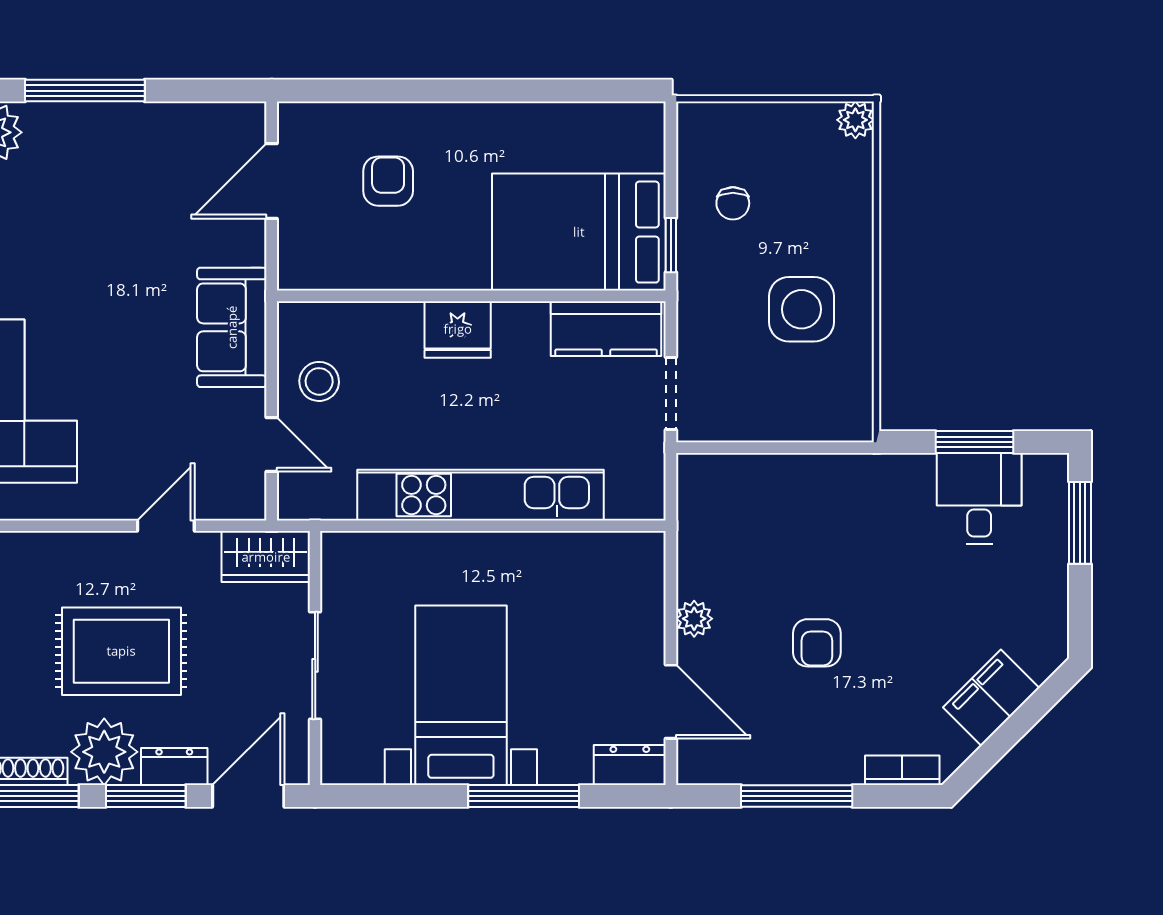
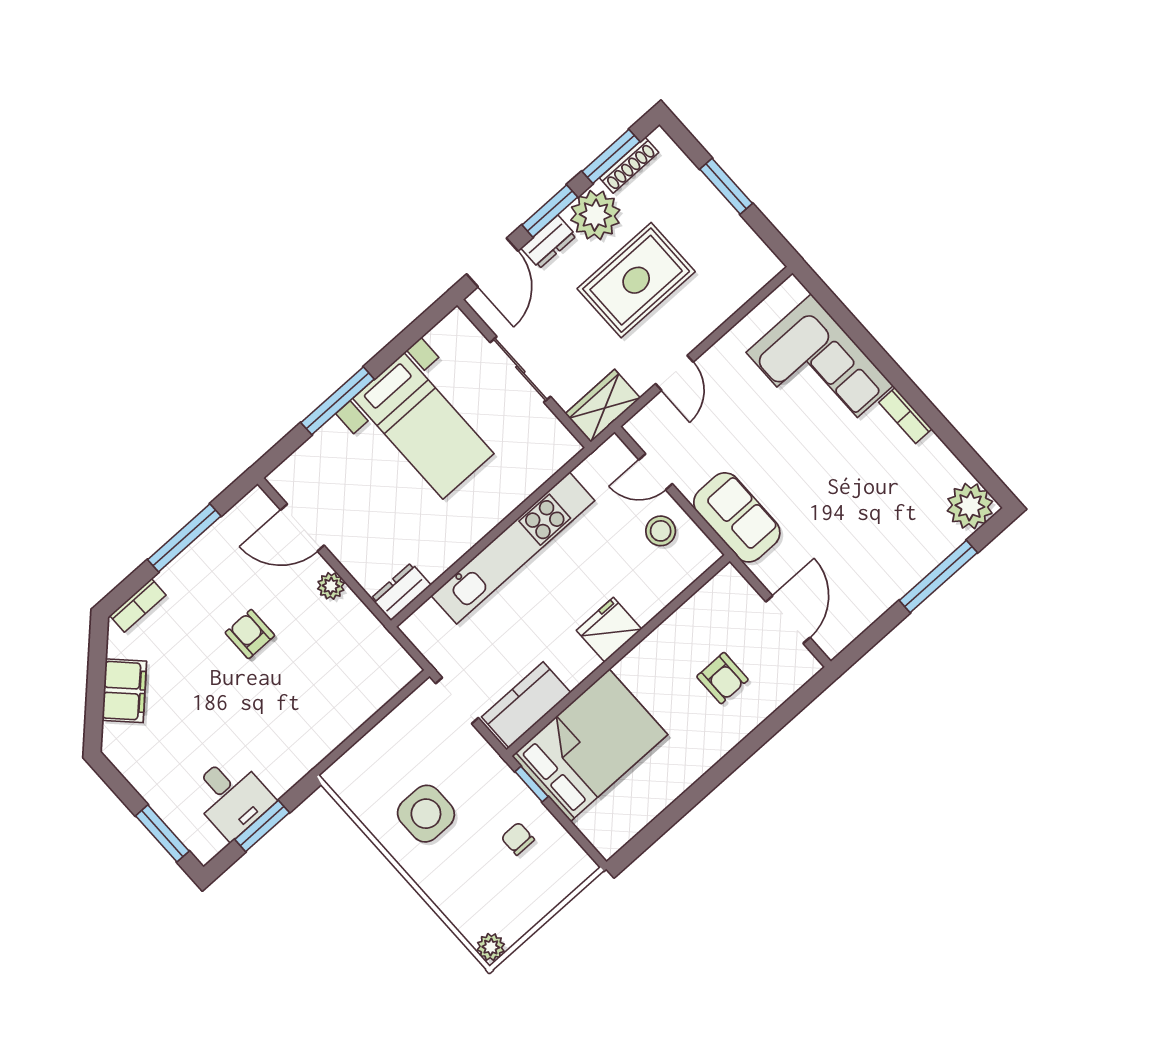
dresser: (630, 765) -> (401, 592), moved, turned 180

